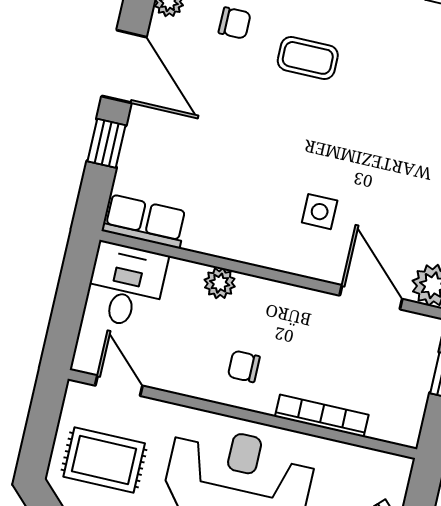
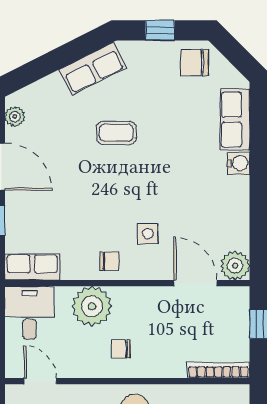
chair: (235, 23) -> (109, 261), moved
plant: (220, 283) -> (92, 306), width x1.88, depth x1.88
bookcase: (322, 416) -> (218, 370), moved

